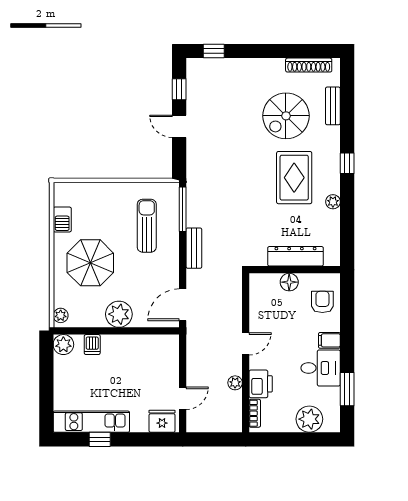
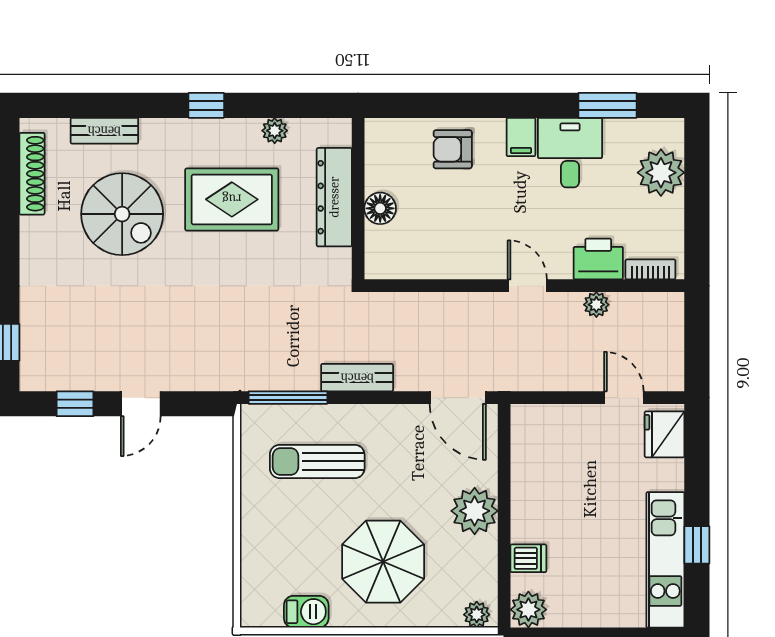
dresser: (296, 256) -> (334, 197), moved
wall: (295, 270) -> (358, 199), moved
floor lamp: (289, 282) -> (380, 208), moved

